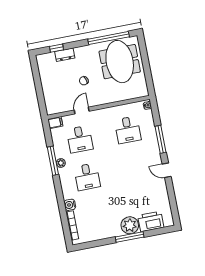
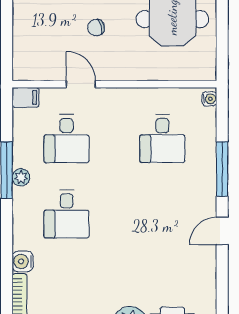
door: (82, 111) -> (81, 84), hinge flipped
door: (167, 170) -> (222, 231), hinge flipped

